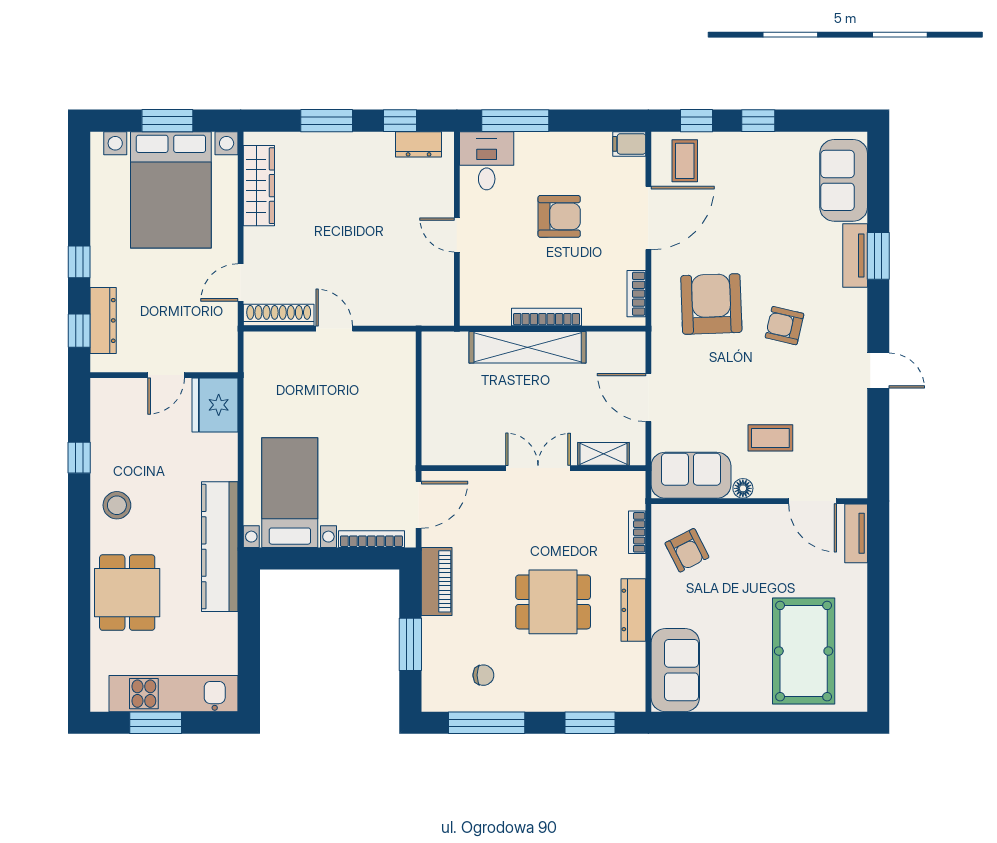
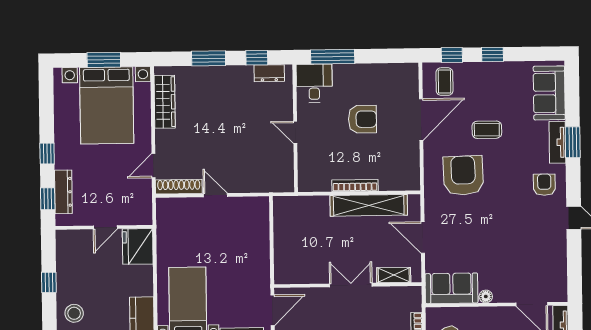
filing cabinet: (629, 144) -> (408, 71), removed
bookcase: (636, 294) -> (414, 169), removed
armchair: (785, 326) -> (544, 185), moved, turned 77
shelving: (528, 347) -> (369, 205), moved
coffee table: (770, 438) -> (487, 130), moved

